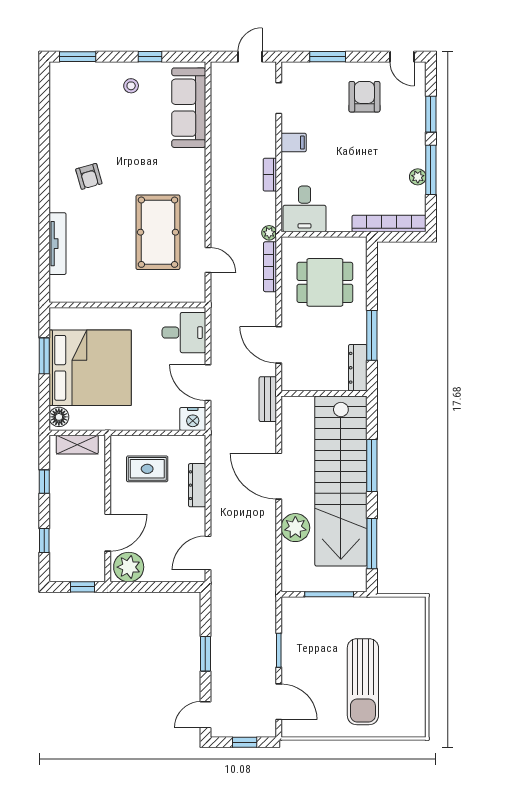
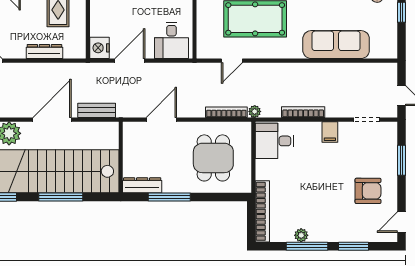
sofa: (189, 108) -> (336, 45), moved
bookcase: (270, 175) -> (303, 112), width x1.56
bench: (268, 399) -> (97, 110), moved

